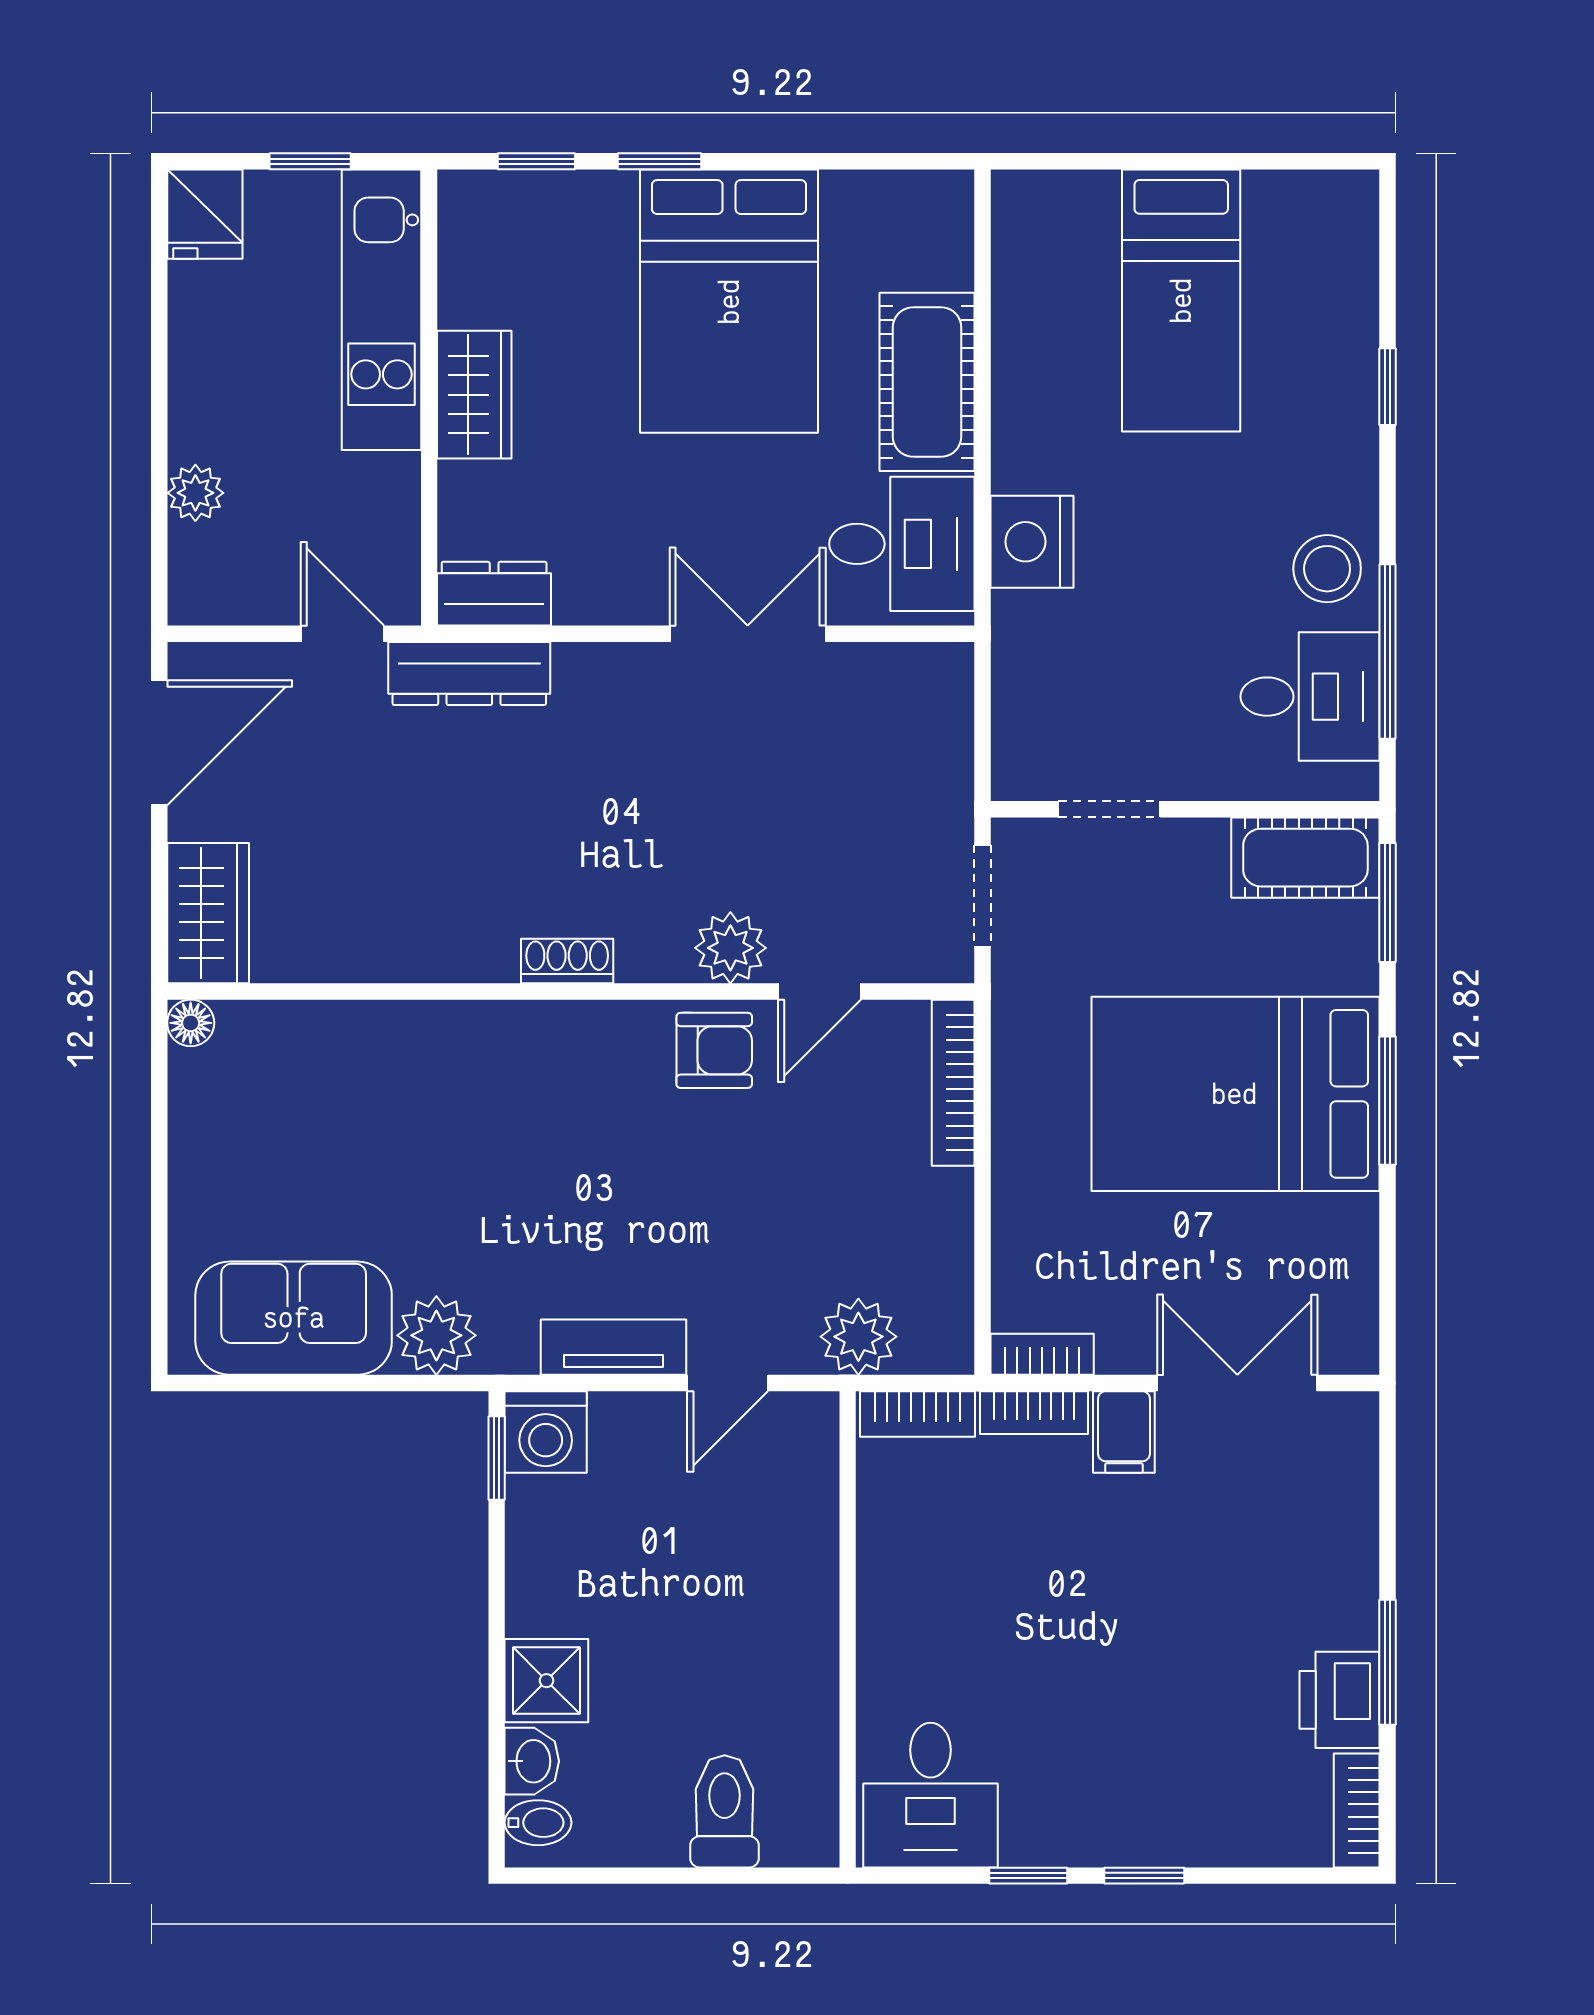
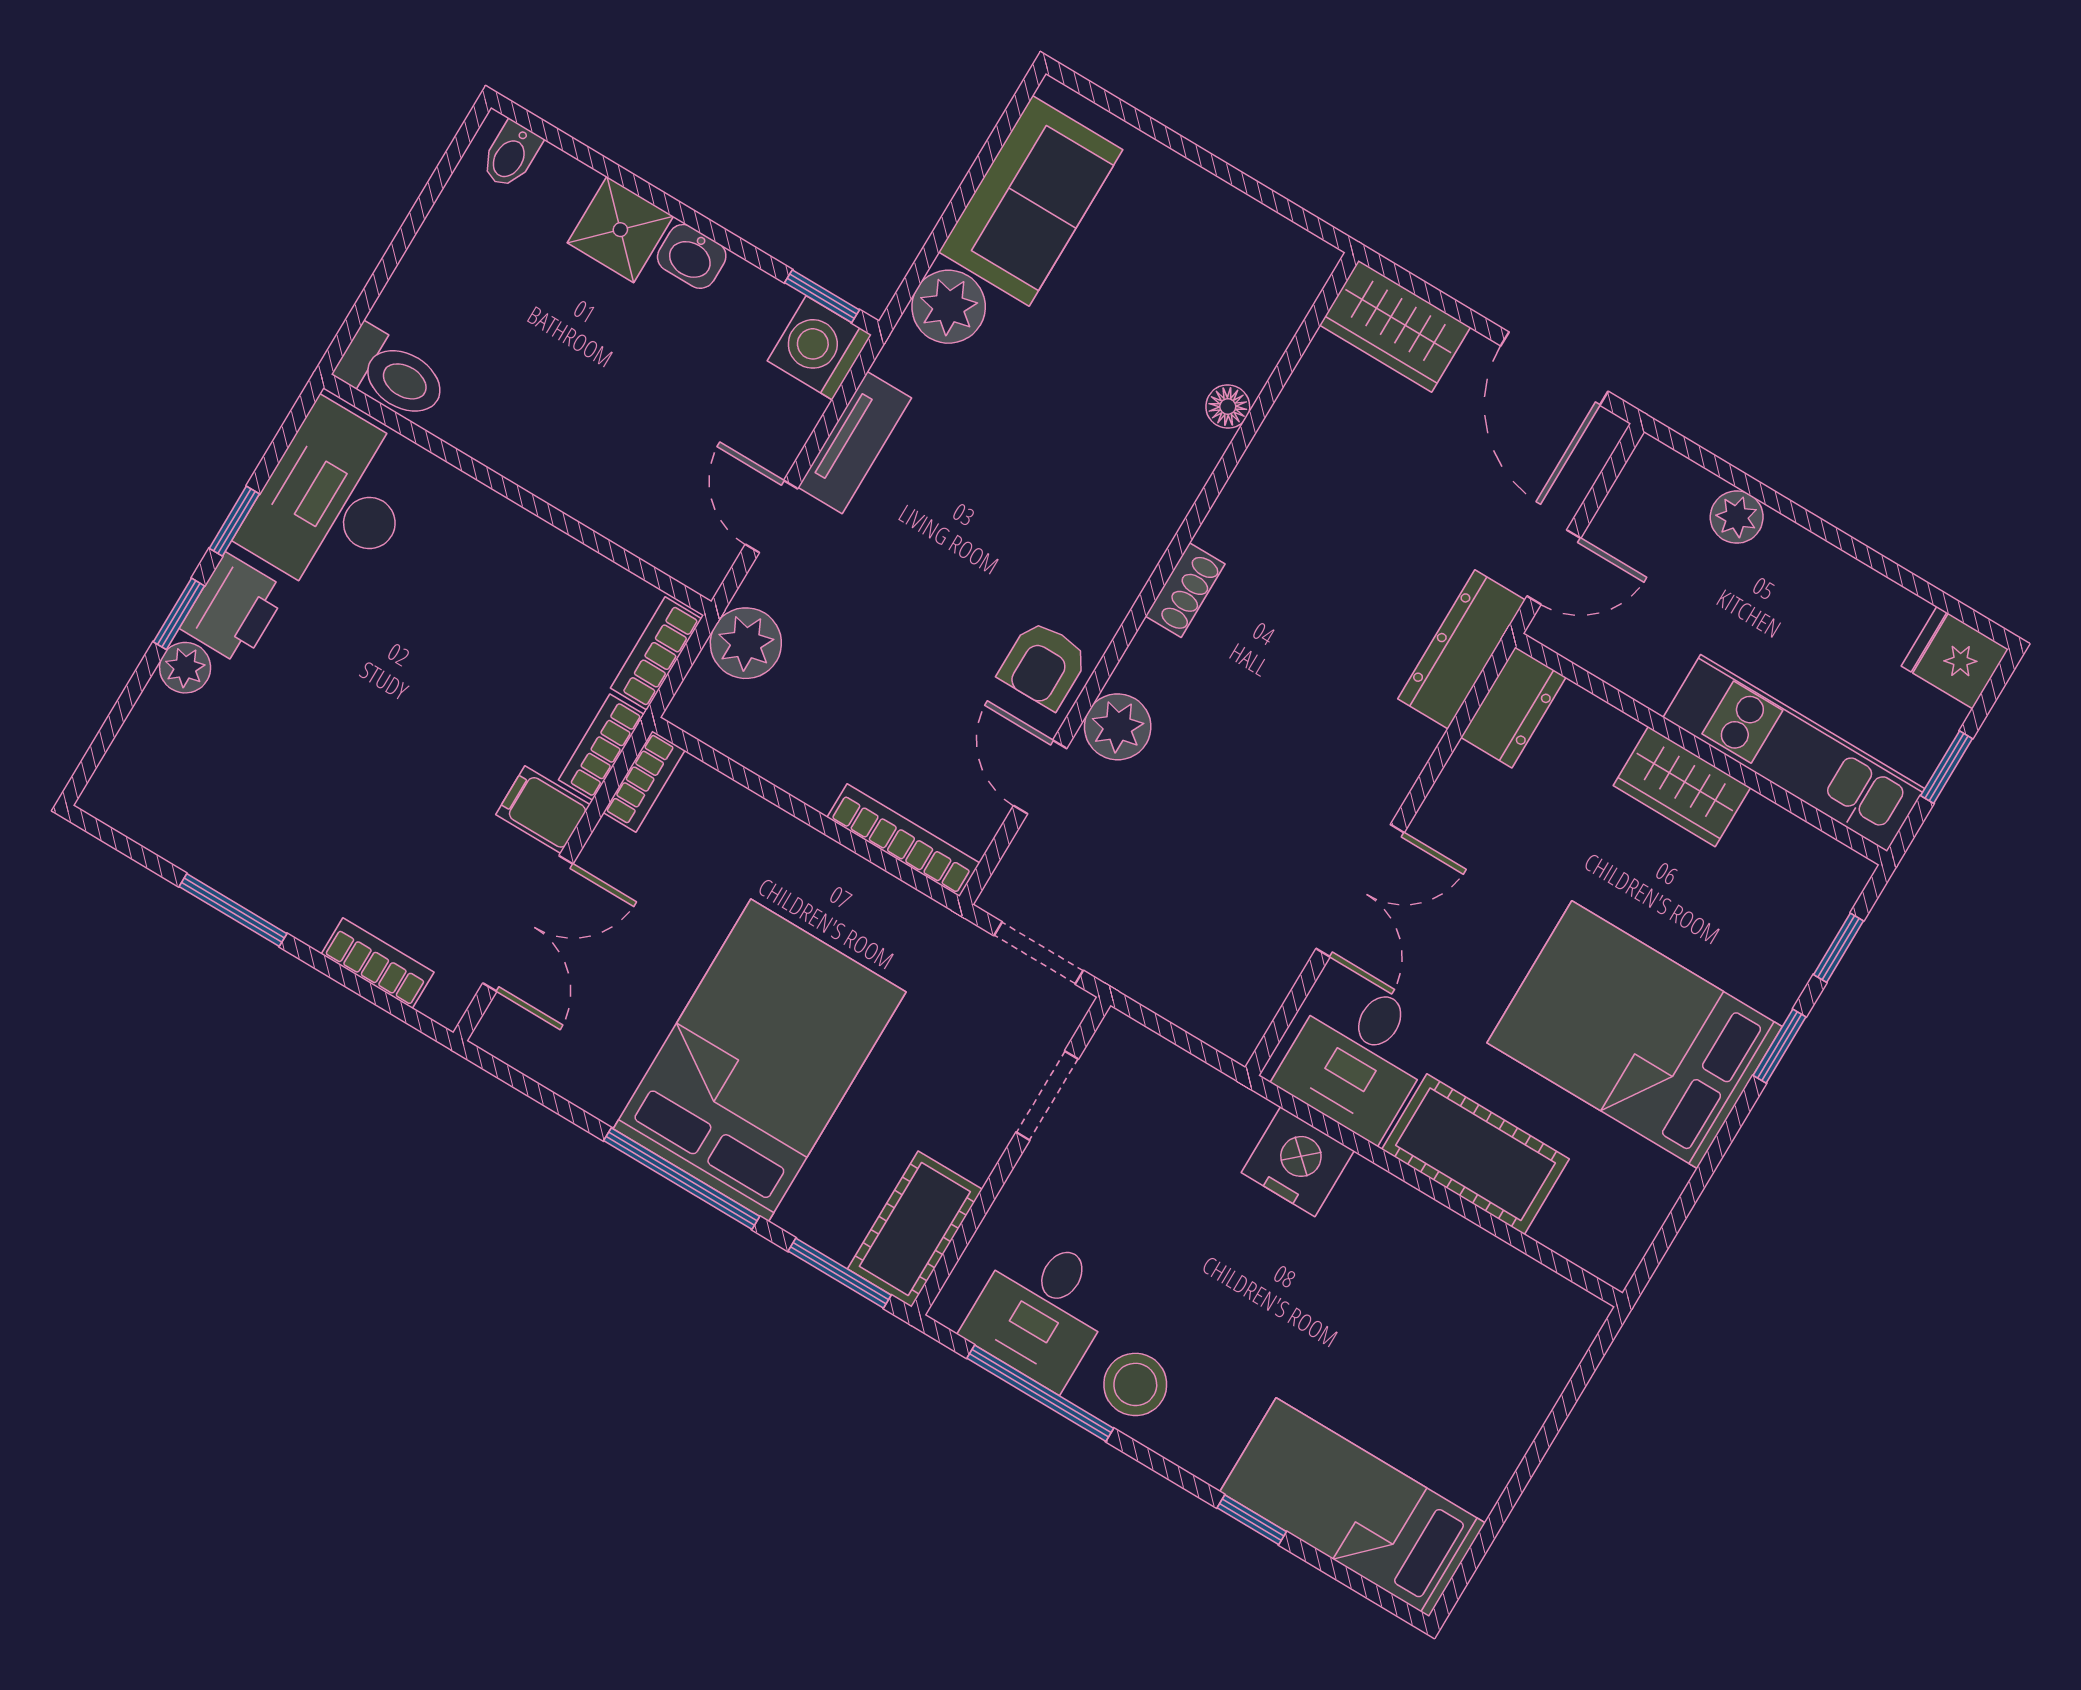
bed: (1181, 300) -> (1353, 1507), moved
floor lamp: (191, 1023) -> (1228, 407), moved
window: (1388, 1101) -> (682, 1179), width x1.44
printer: (1340, 1700) -> (234, 609), moved, turned 90
washbasin: (532, 1761) -> (692, 256), moved
desk: (930, 1795) -> (333, 502), width x1.37
toilet: (725, 1811) -> (392, 374), moved
bookcase: (1357, 1811) -> (378, 963), moved
plant: (1191, 1840) -> (185, 668), added

